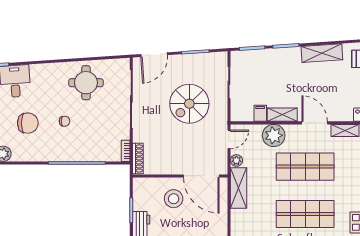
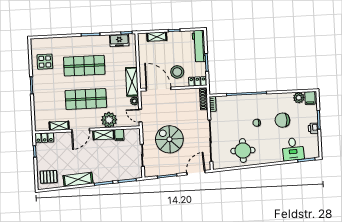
spiral stairs: (189, 104) -> (169, 139), turned -90
door: (315, 123) -> (81, 130), hinge flipped
door: (229, 139) -> (140, 116), hinge flipped
locker: (146, 184) -> (197, 81), added

